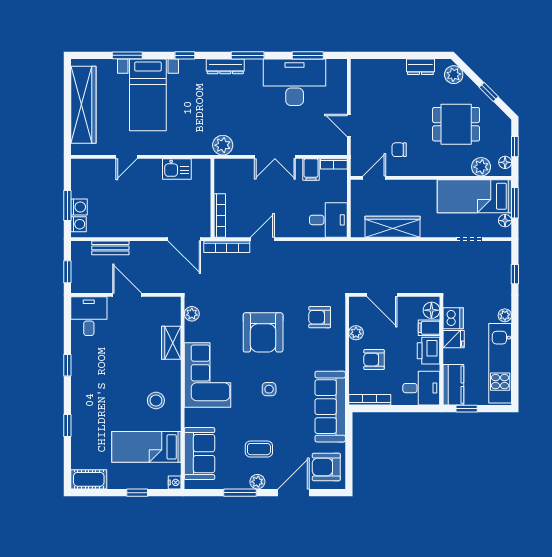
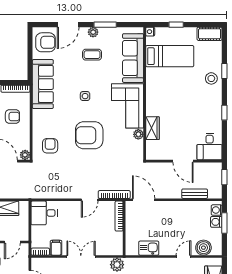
boiler: (98, 170) -> (203, 248), added
plant: (192, 314) -> (138, 134), moved
armchair: (320, 317) -> (50, 146), turned -90
armchair: (263, 332) -> (89, 135), turned -90
plant: (356, 333) -> (25, 155), moved
stool: (156, 400) -> (211, 78), moved
sofa: (200, 454) -> (133, 58), width x1.36

